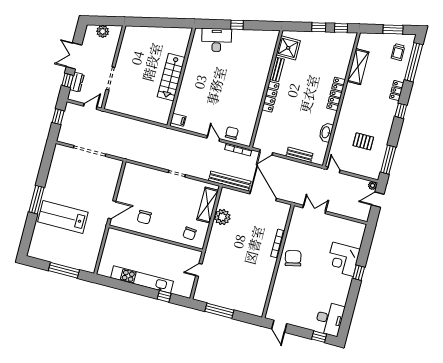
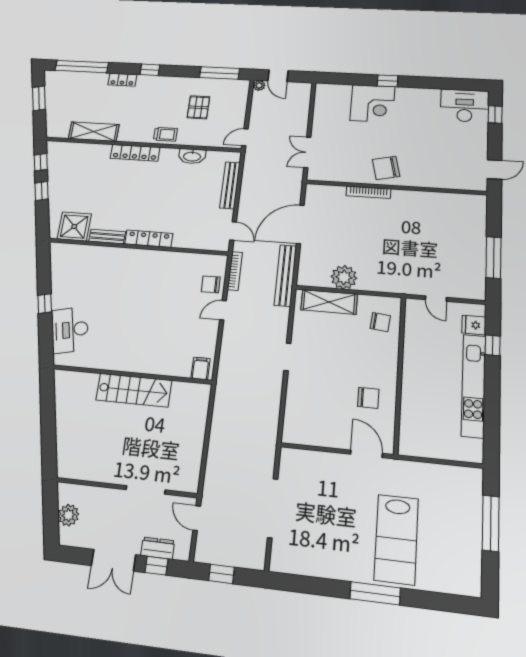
trolley: (398, 52) -> (165, 134), moved
bench: (299, 155) -> (230, 185), width x1.36
fridge: (178, 288) -> (474, 325), added

